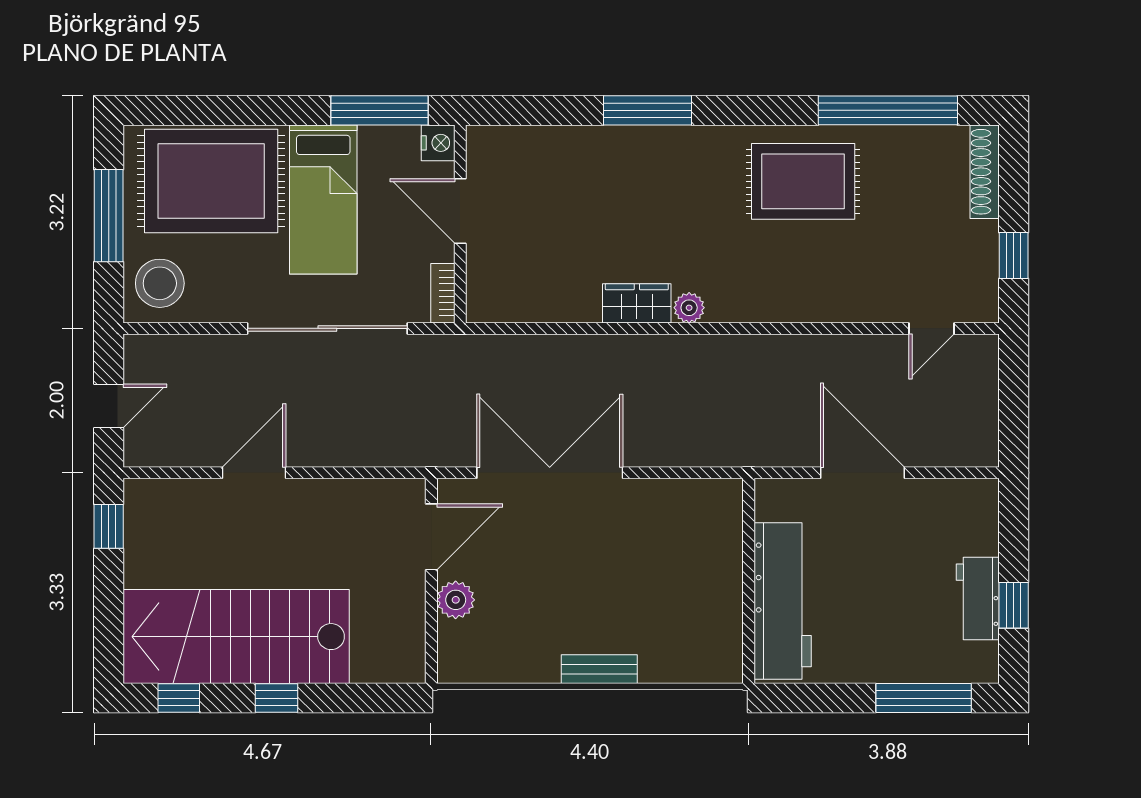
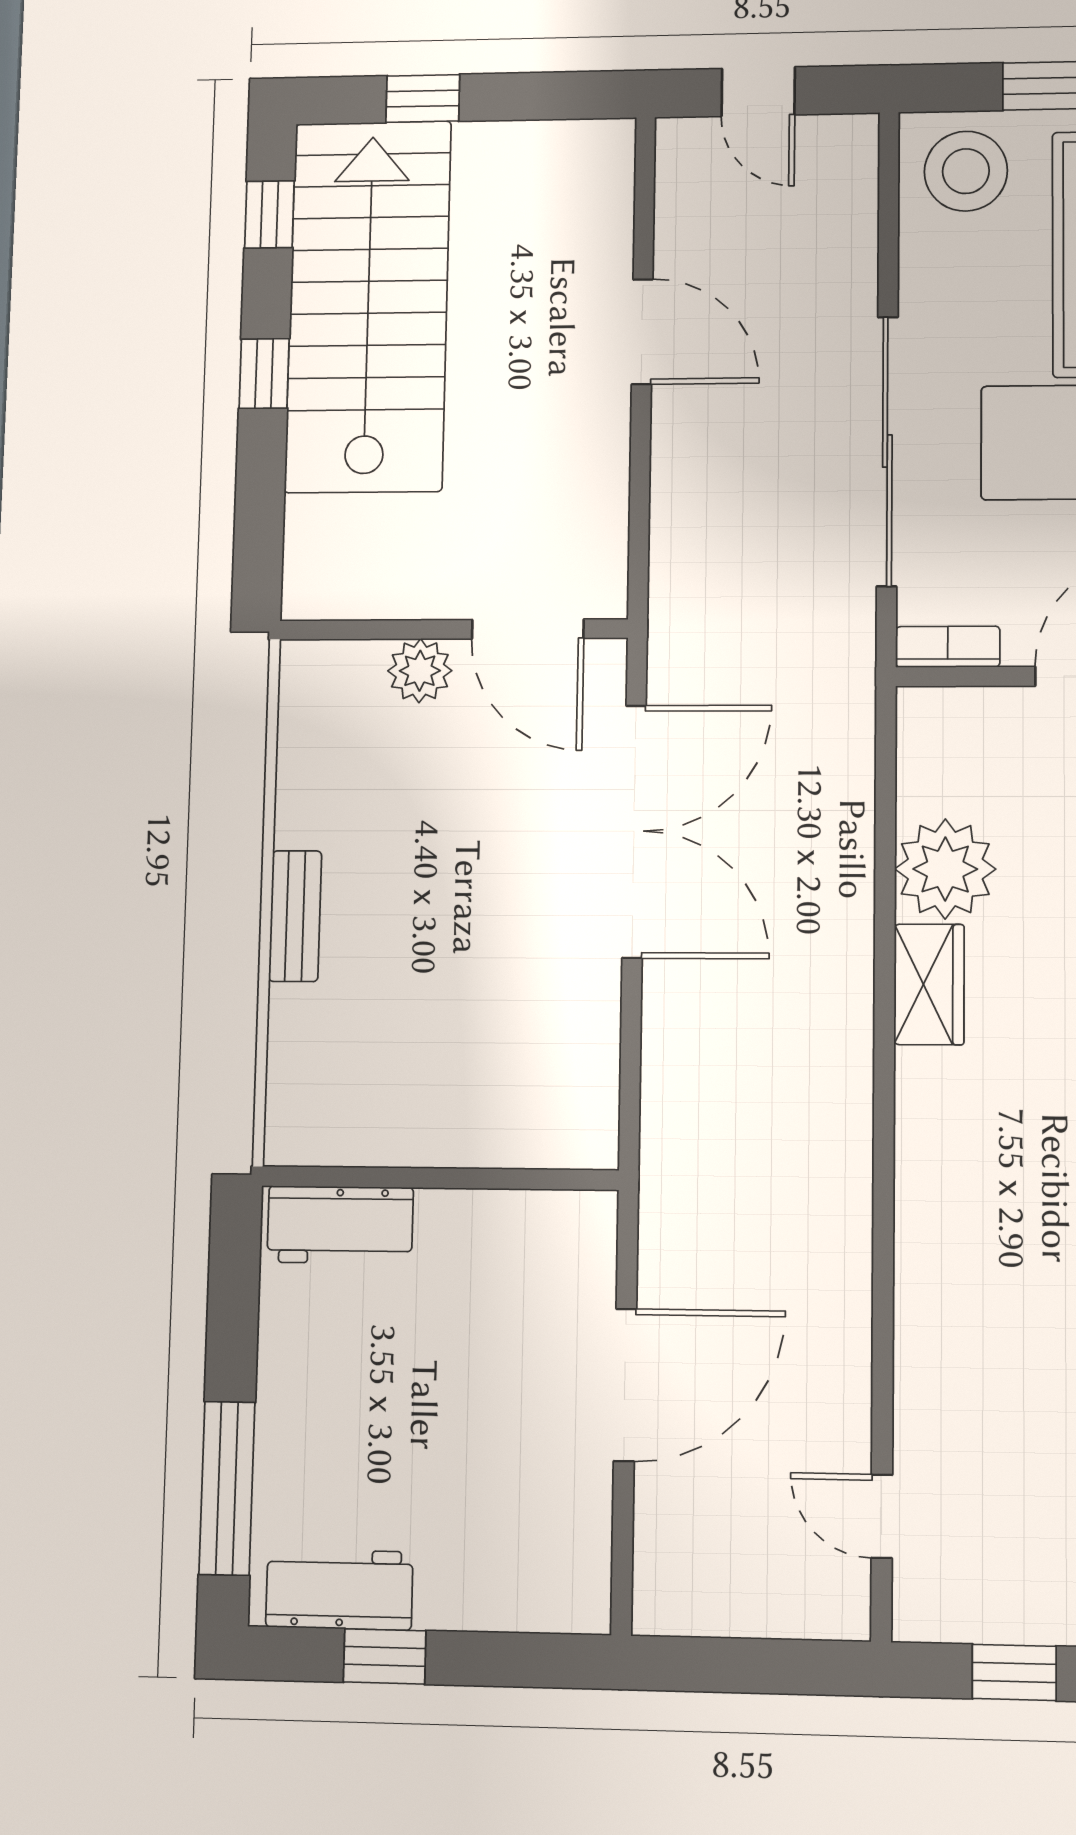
plant: (689, 308) -> (945, 869), moved, width x1.87, depth x1.87
window: (109, 526) -> (423, 99), moved
workbench: (978, 599) -> (339, 1589), moved
workbench: (783, 601) -> (340, 1225), width x0.53, depth x0.76

